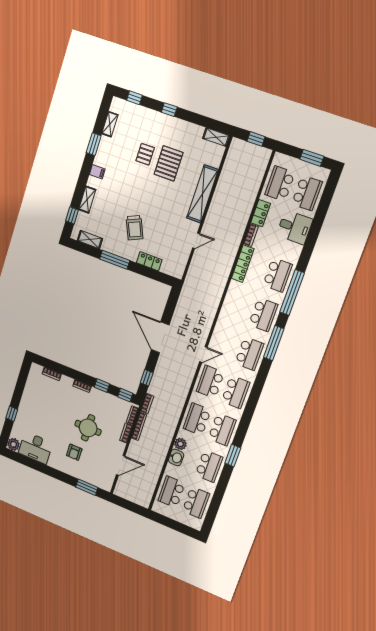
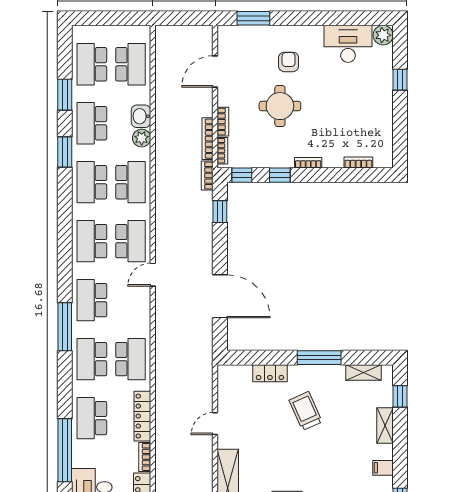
window: (292, 293) -> (65, 450), moved
school desk: (237, 305) -> (130, 359), added
door: (160, 337) -> (220, 296), moved
window: (220, 491) -> (65, 95), added

